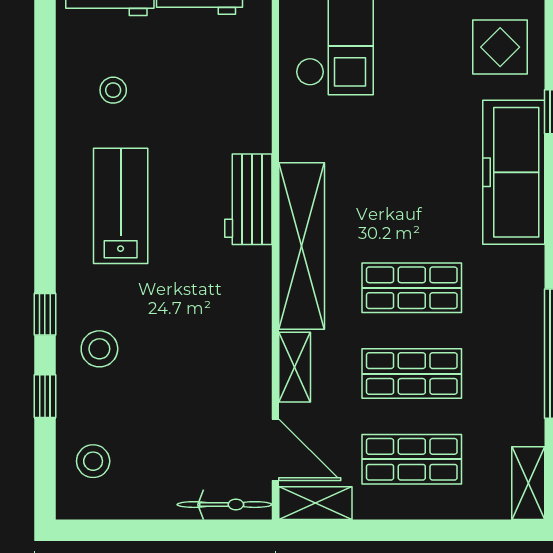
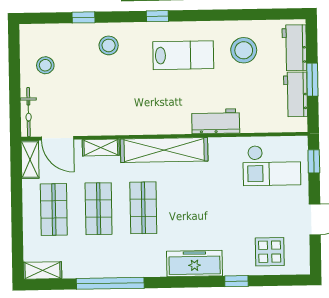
stool: (113, 90) -> (244, 50), width x1.89, depth x1.89
freezer: (514, 172) -> (194, 264), width x0.73, depth x0.79
workbench: (248, 199) -> (216, 121), moved
window: (45, 314) -> (157, 16), moved
door: (275, 450) -> (57, 138), hinge flipped
stool: (93, 461) -> (45, 65), moved

